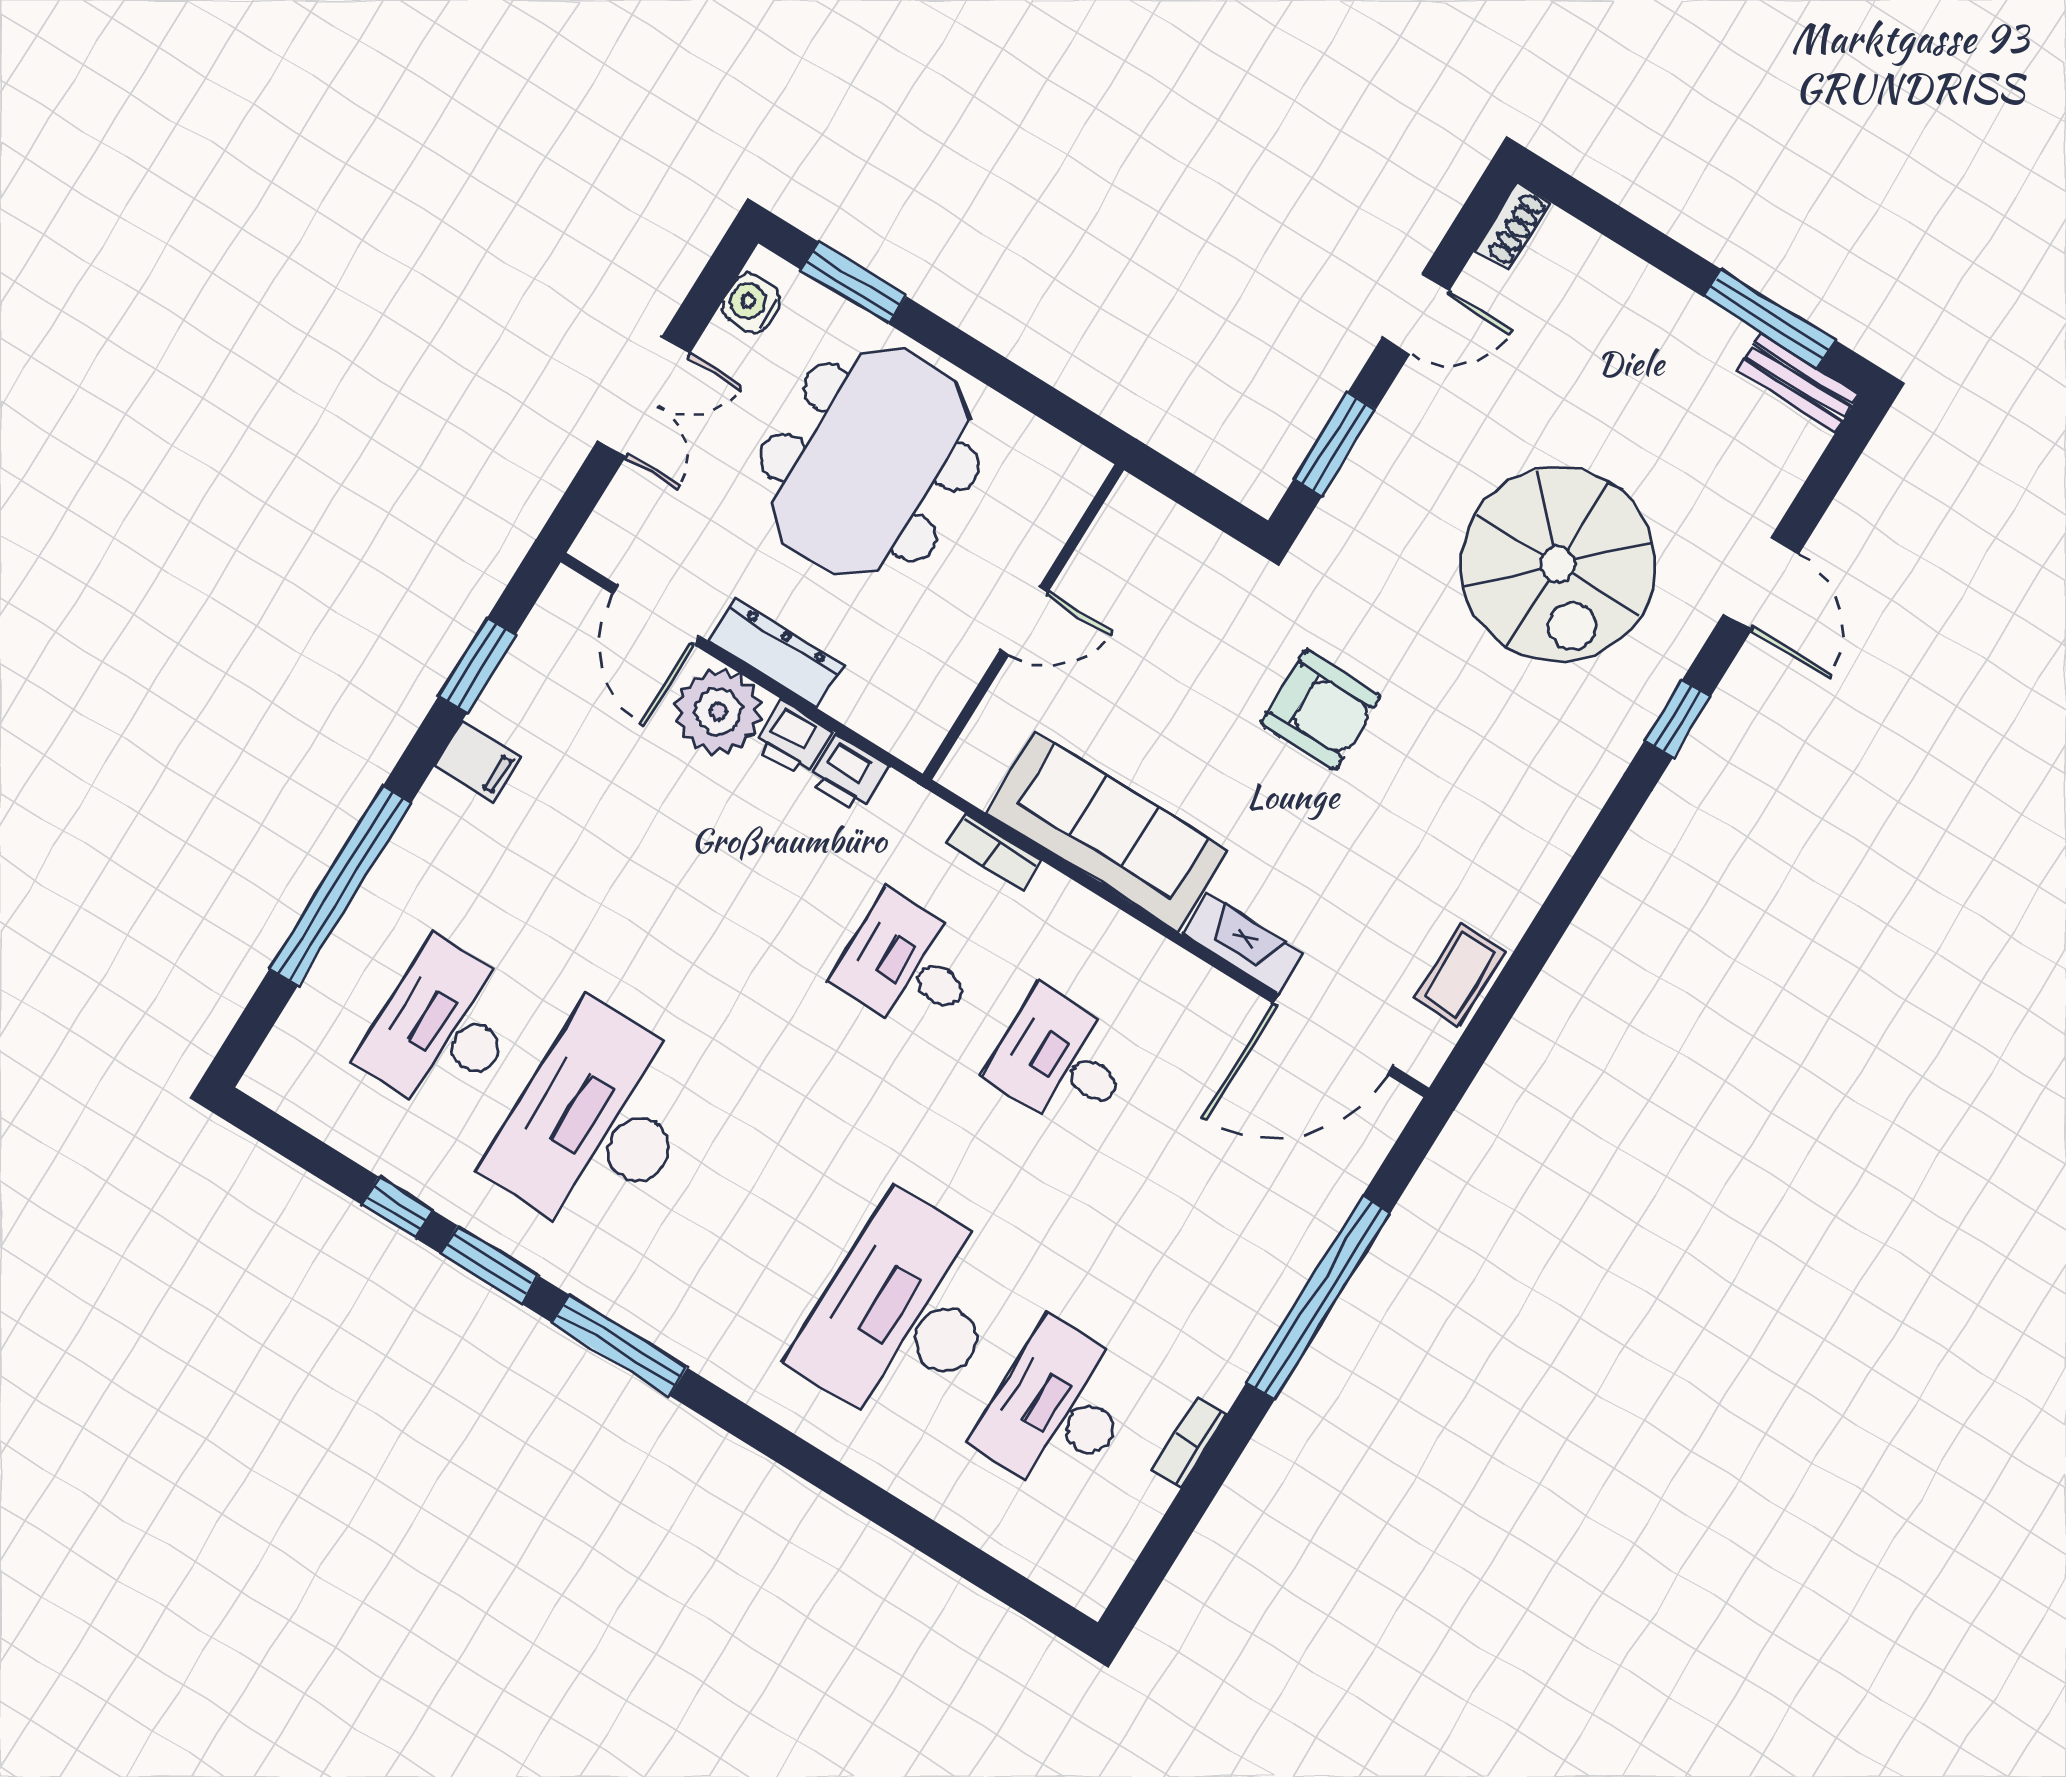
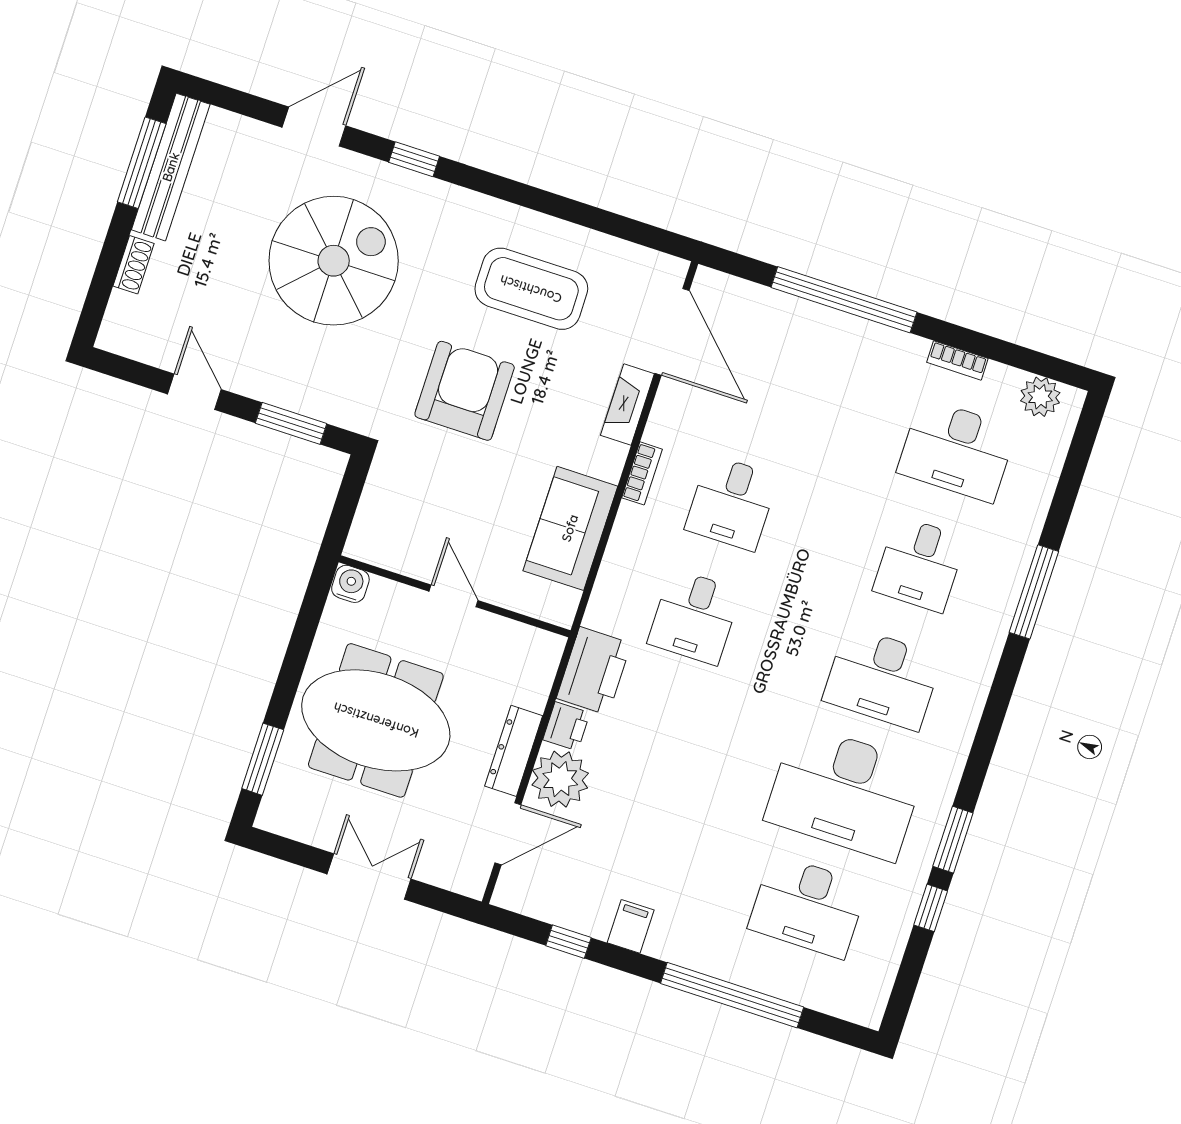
shoe rack: (1513, 226) -> (134, 265), moved, turned 90
water cooler: (751, 303) -> (350, 584), moved, turned 180
bench: (1798, 382) -> (171, 167), width x1.86, depth x1.21
window: (477, 665) -> (568, 942), width x0.67
armchair: (1321, 710) -> (465, 391), width x1.36, depth x1.36
printer: (849, 774) -> (594, 671), width x1.87, depth x1.48
sofa: (1107, 831) -> (570, 528), width x0.73
bookcase: (994, 852) -> (642, 473), moved
coffee table: (1459, 975) -> (531, 289), moved, width x1.86, depth x1.72
desk: (751, 1219) -> (882, 678), added
desk: (904, 1314) -> (920, 564), width x0.53, depth x0.77
window: (619, 1345) -> (1034, 592), moved
plant: (1106, 1550) -> (1040, 397), added

